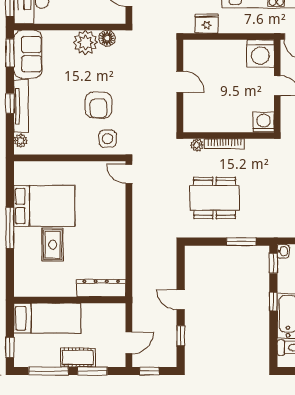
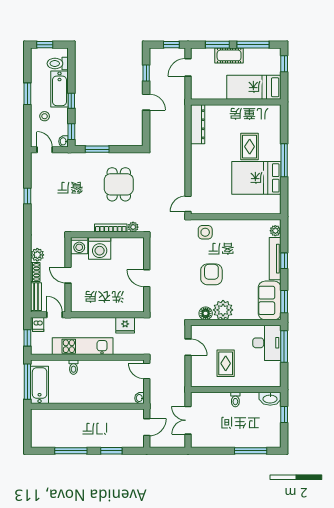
washing machine: (260, 53) -> (100, 248), moved, turned 180
armchair: (98, 105) -> (211, 274), moved
door: (129, 174) -> (188, 204), swing flipped
dining table: (215, 198) -> (119, 184), width x0.73
dresser: (101, 288) -> (198, 124), moved, turned -90

